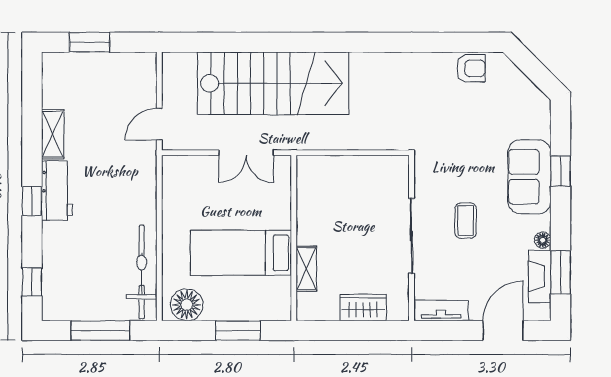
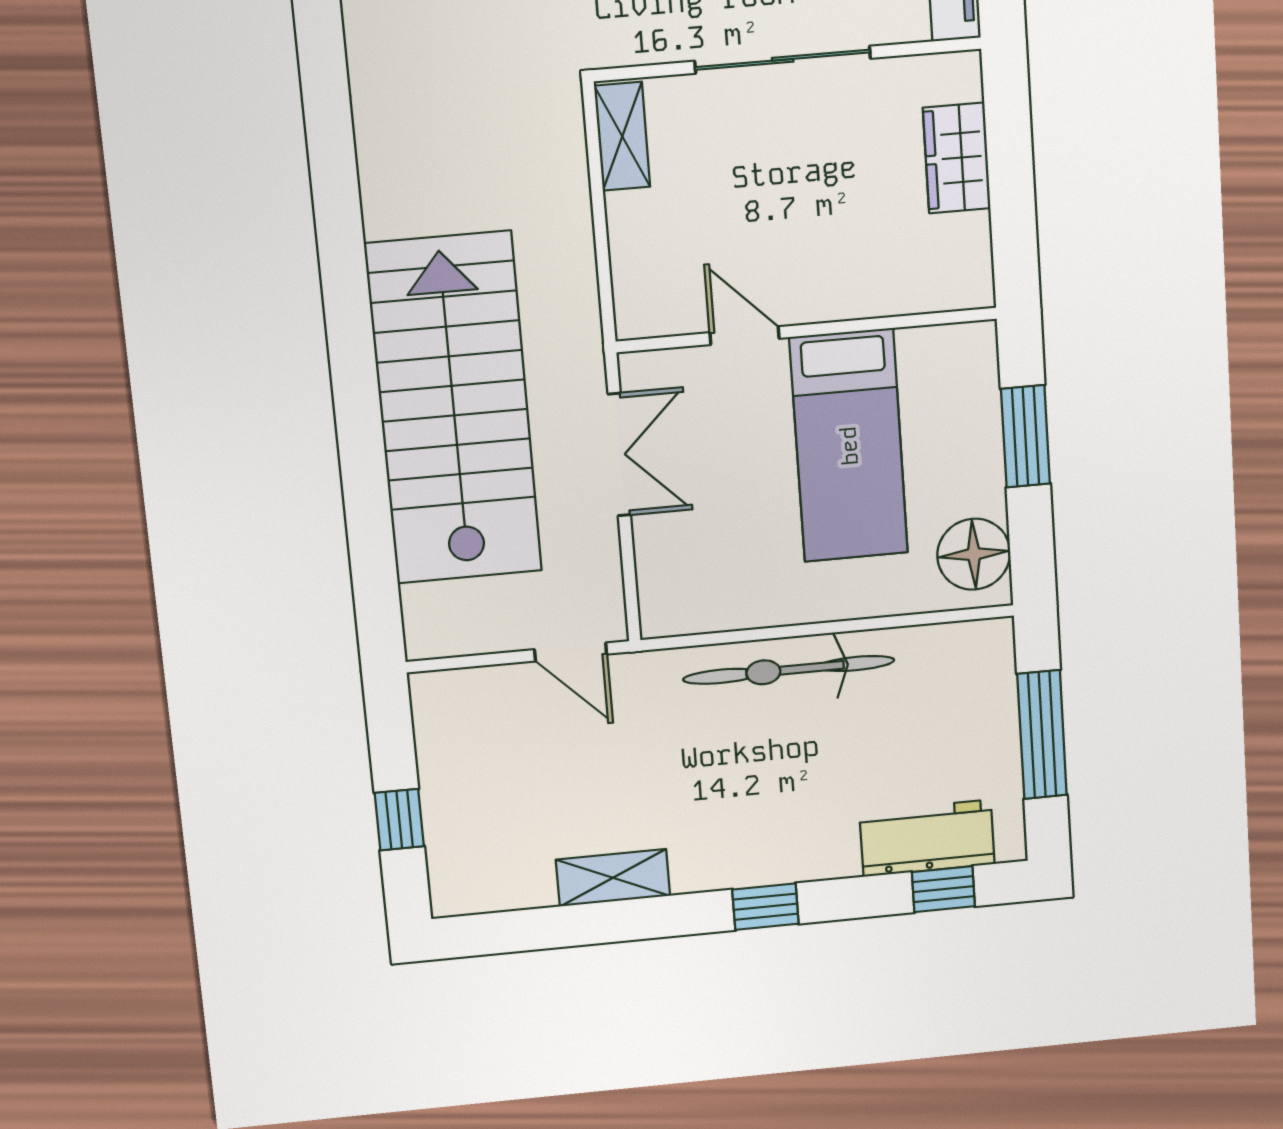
window: (90, 42) -> (399, 820), width x0.67
workbench: (57, 191) -> (927, 838), moved
door: (294, 211) -> (745, 336), added
shelving: (306, 269) -> (622, 136), moved, turned 90
bicycle: (142, 272) -> (789, 670), moved

